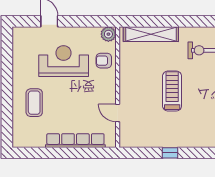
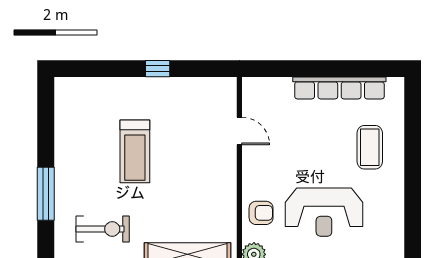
treadmill: (172, 91) -> (135, 151), moved
row of seats: (75, 141) -> (339, 88), moved

